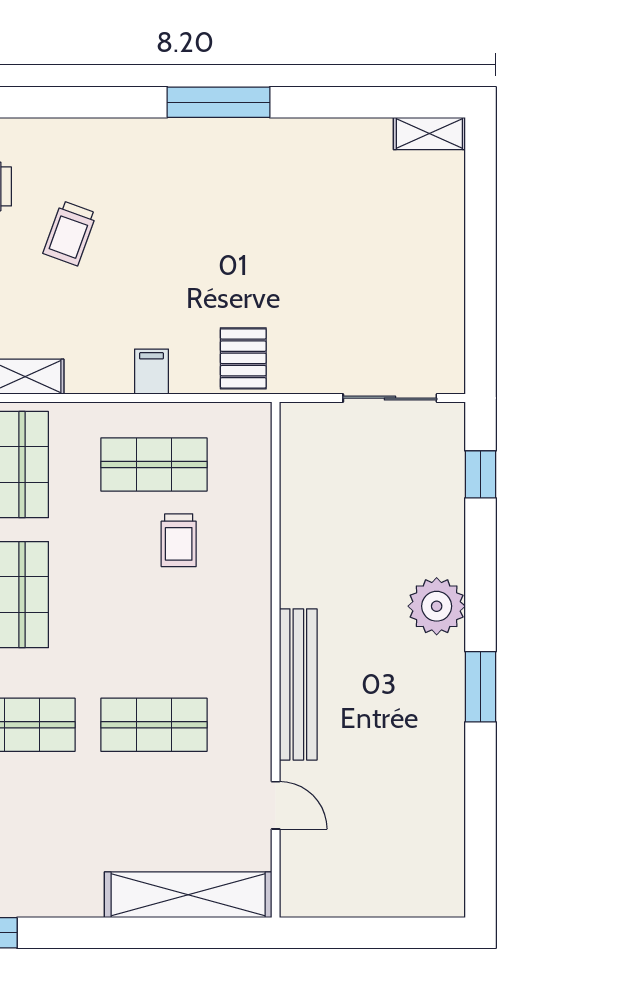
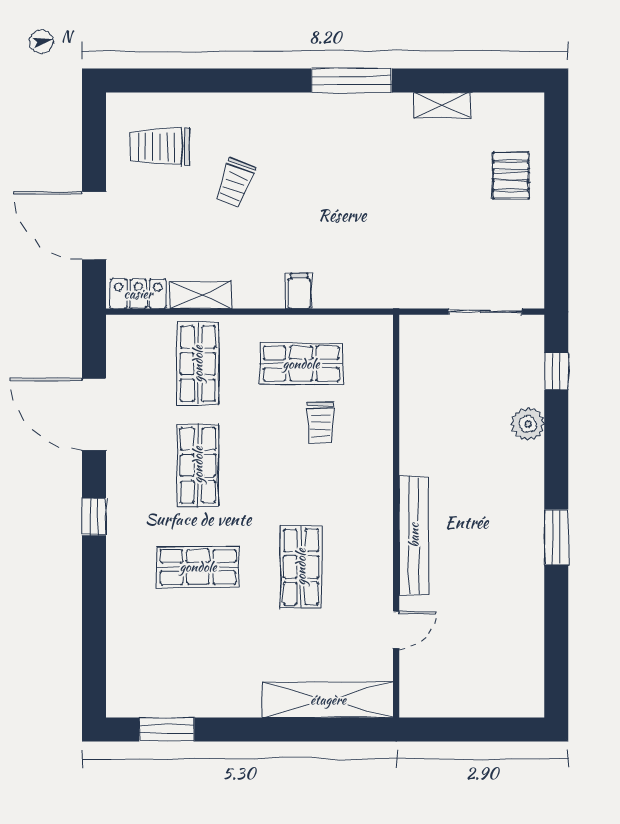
shelving: (429, 134) -> (442, 105), moved
pallet: (243, 358) -> (511, 176), moved
plant: (437, 606) -> (528, 424), moved, width x0.73, depth x0.73
shop shelf: (154, 725) -> (301, 567), turned 90
door: (276, 805) -> (396, 630), hinge flipped

